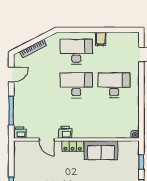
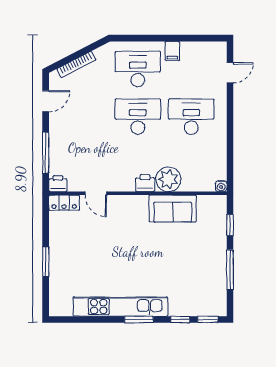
plant: (98, 129) -> (168, 179), added
printer: (65, 132) -> (145, 183), moved
locker: (73, 146) -> (64, 203), moved

